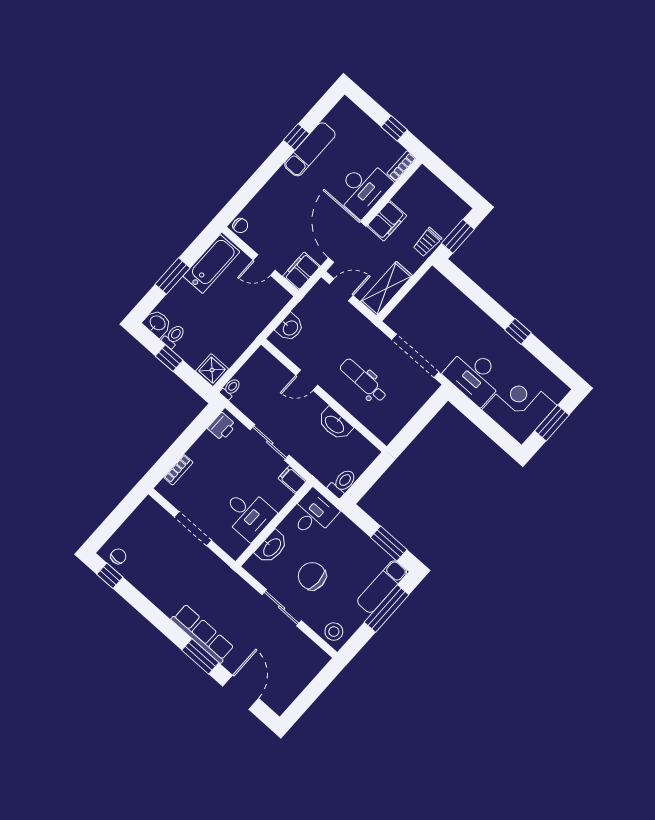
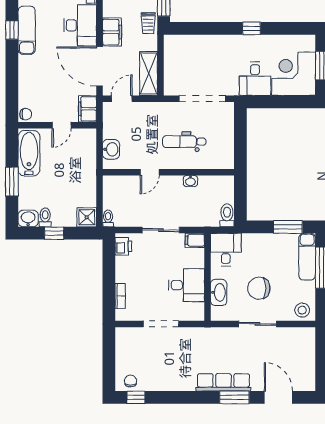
desk: (475, 376) -> (255, 79), width x0.73
washbasin: (335, 424) -> (190, 181), width x0.52, depth x0.69

